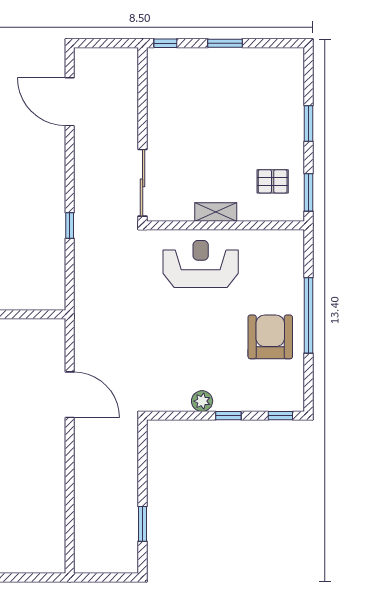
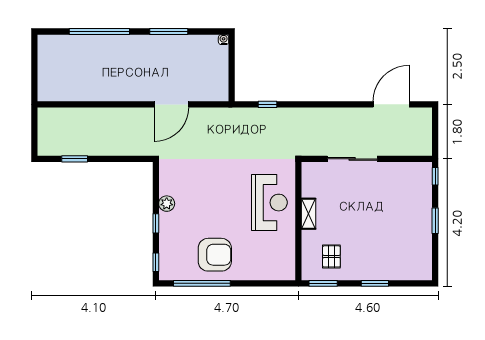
sliding door: (143, 183) -> (352, 159), moved
window: (70, 225) -> (268, 104), moved
window: (308, 315) -> (202, 283), moved

